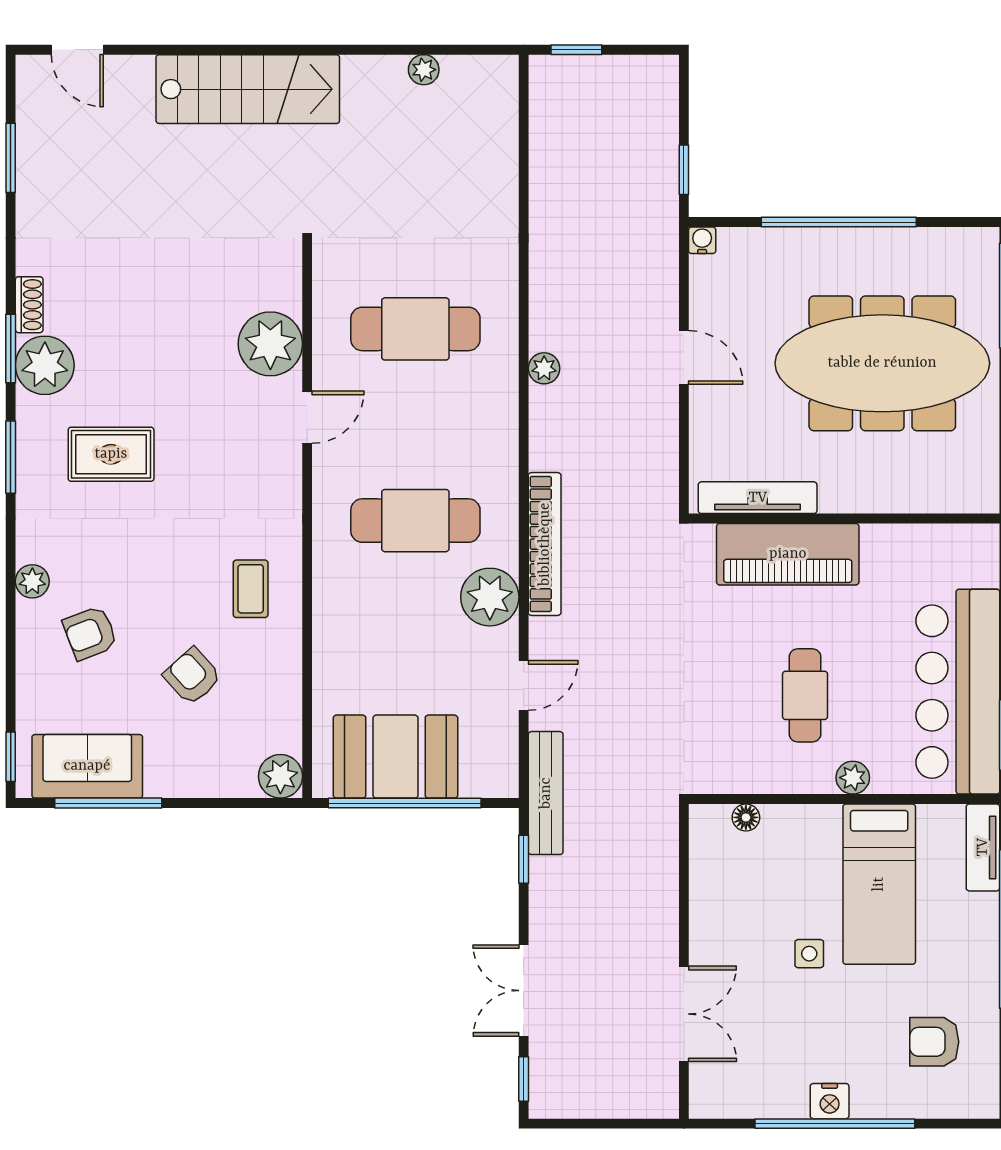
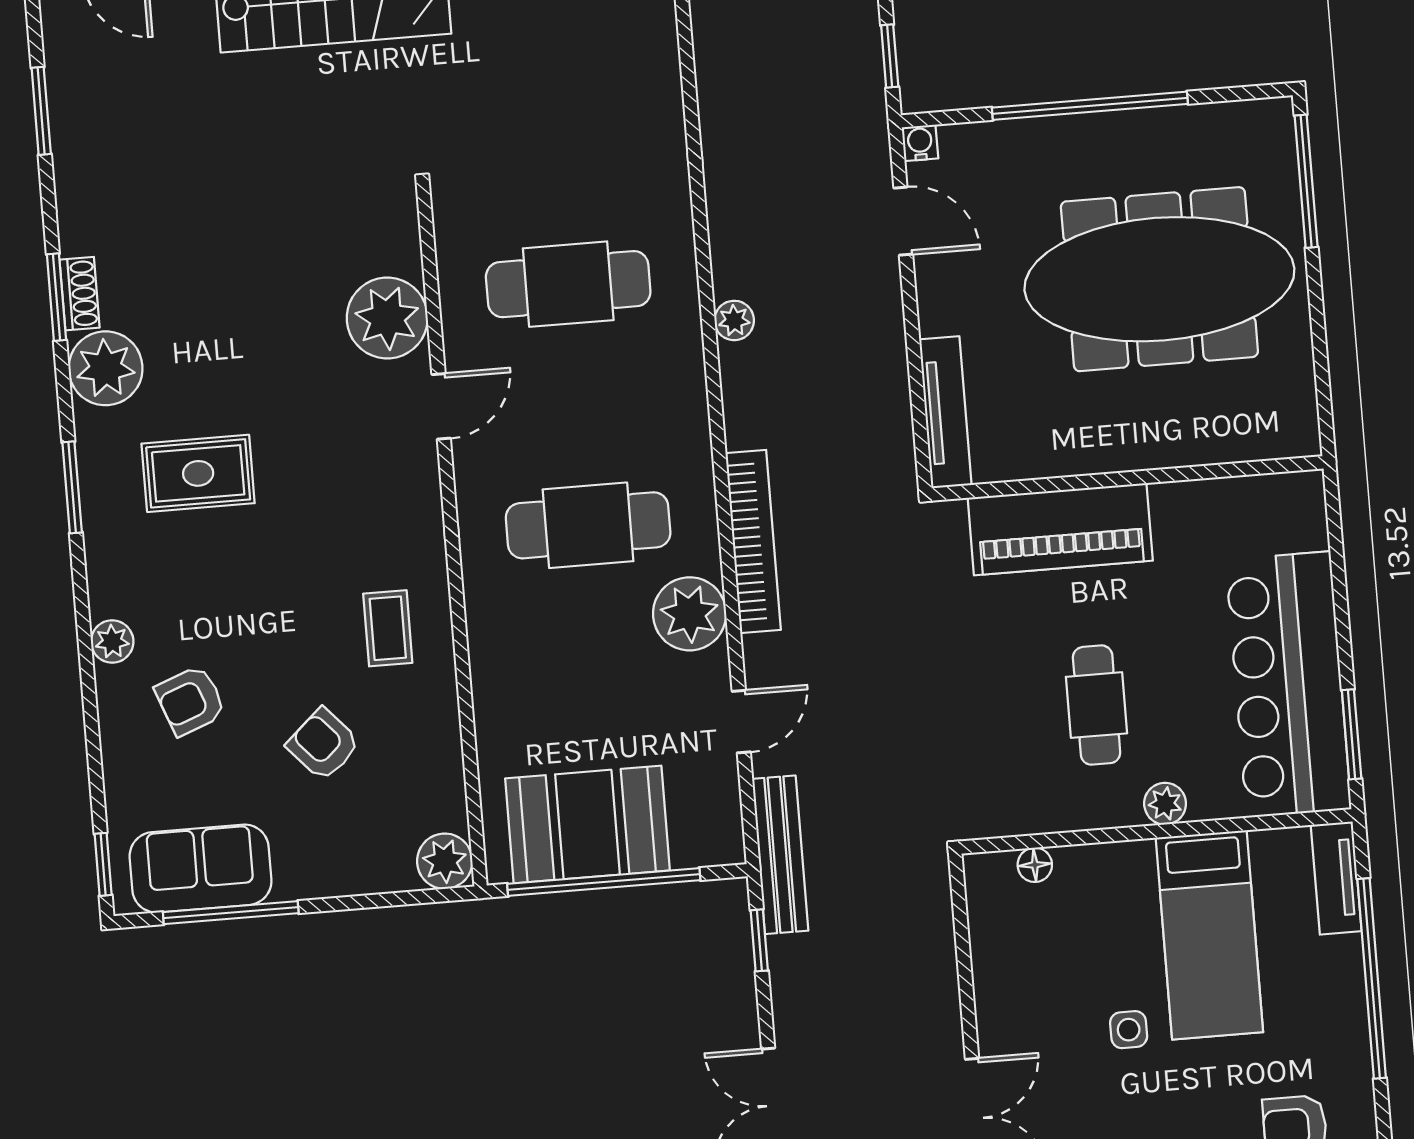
window: (11, 349) -> (56, 297), moved
door: (684, 357) -> (903, 221), moved
tv unit: (758, 498) -> (945, 412), moved, turned 90

